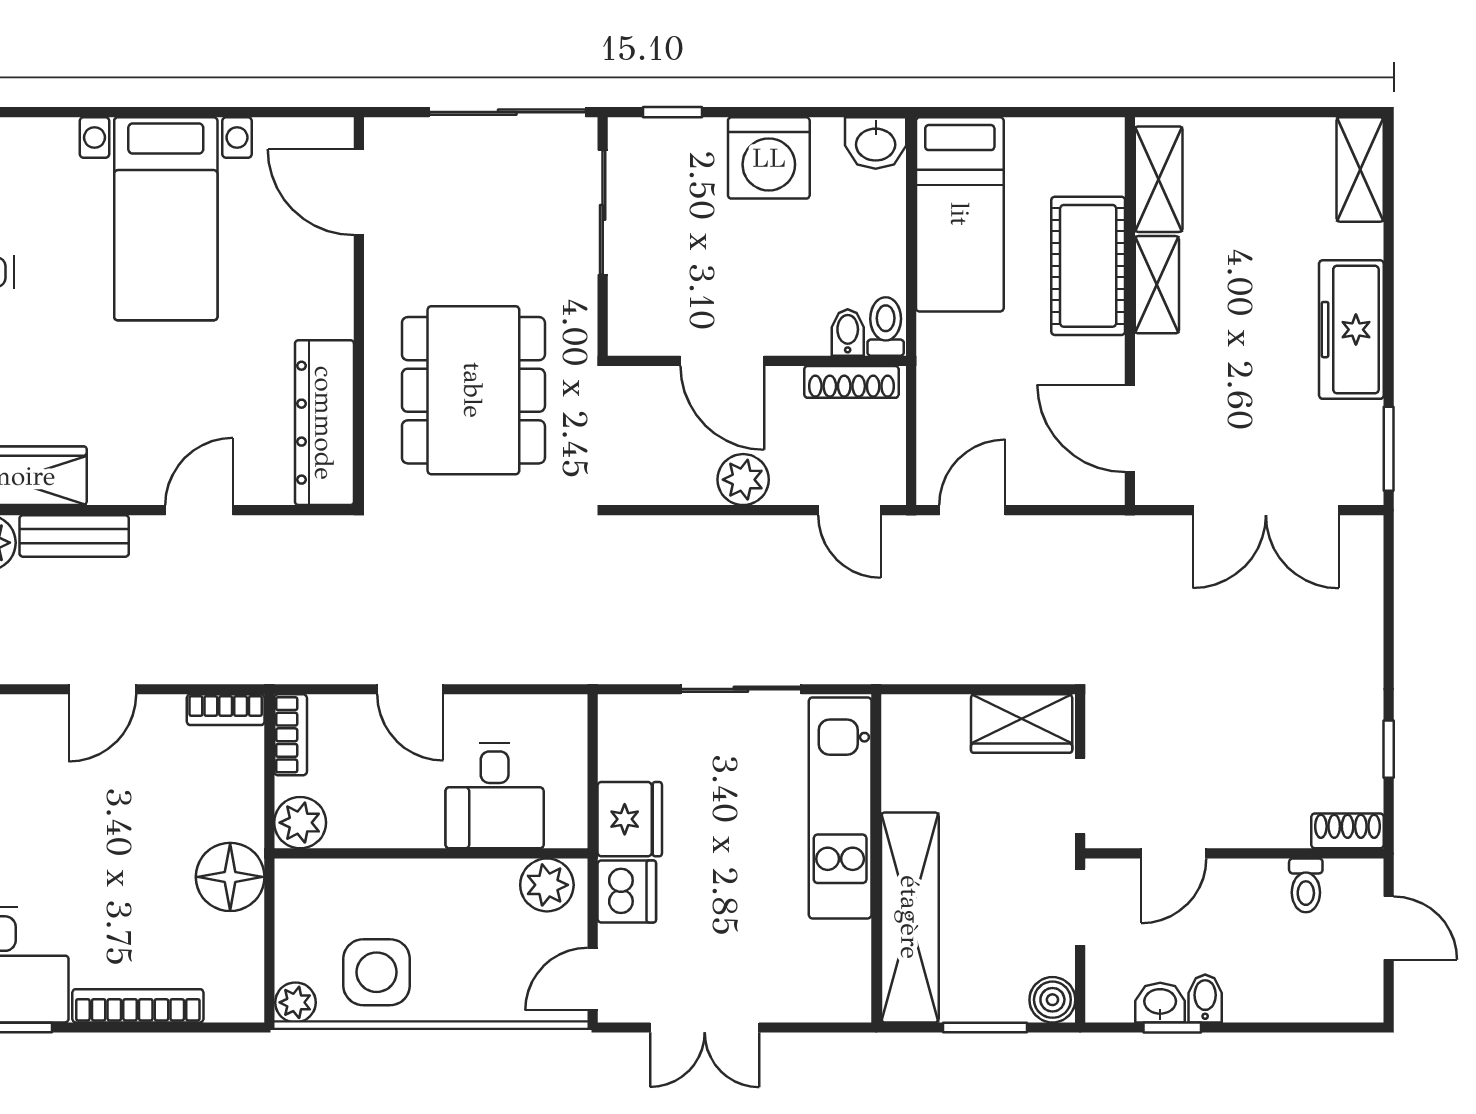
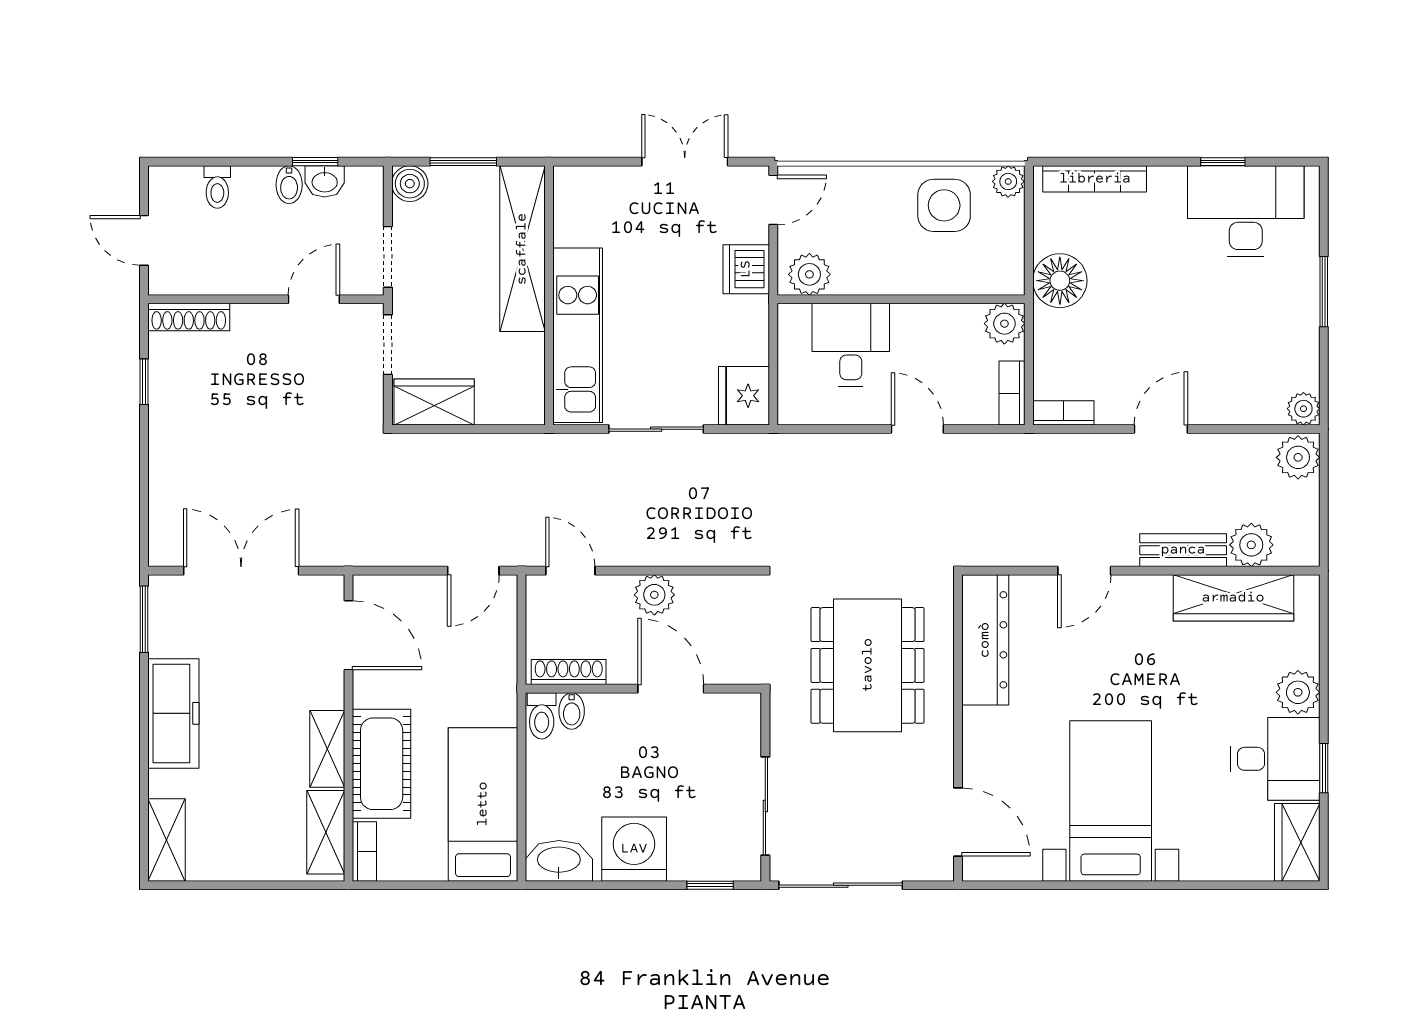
washbasin: (876, 143) -> (559, 861), width x1.38
bookcase: (1110, 155) -> (364, 851), added
fridge: (630, 819) -> (744, 396), moved
shoe rack: (1348, 831) -> (189, 317), width x1.43
toilet: (1306, 885) -> (217, 187), moved, turned 180
bookcase: (138, 1006) -> (1095, 179), moved

